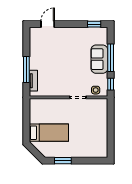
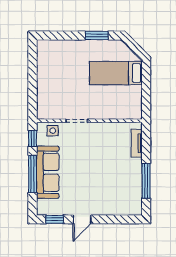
door: (48, 24) -> (82, 219), moved
sofa: (99, 59) -> (48, 172), width x1.36
window: (26, 69) -> (146, 181), moved

